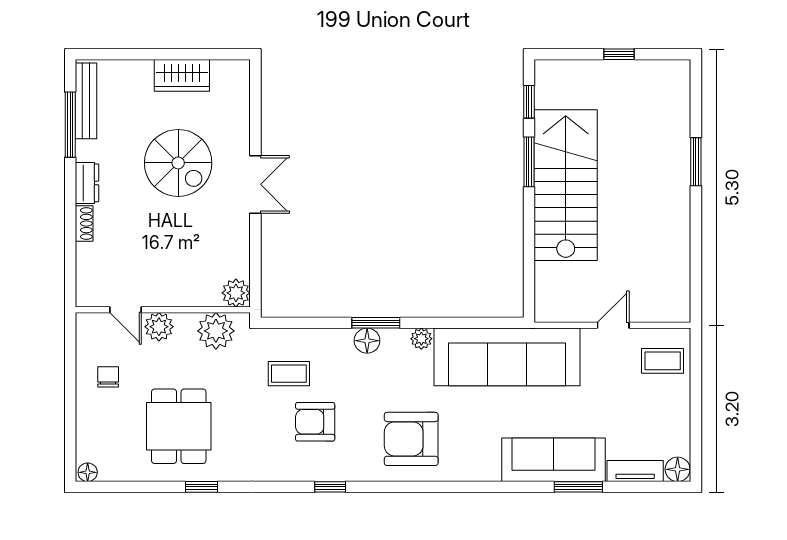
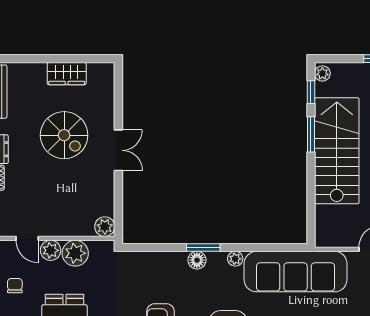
plant: (545, 75) -> (322, 73), added
plant: (216, 331) -> (75, 253), moved
coffee table: (289, 374) -> (142, 283), removed

